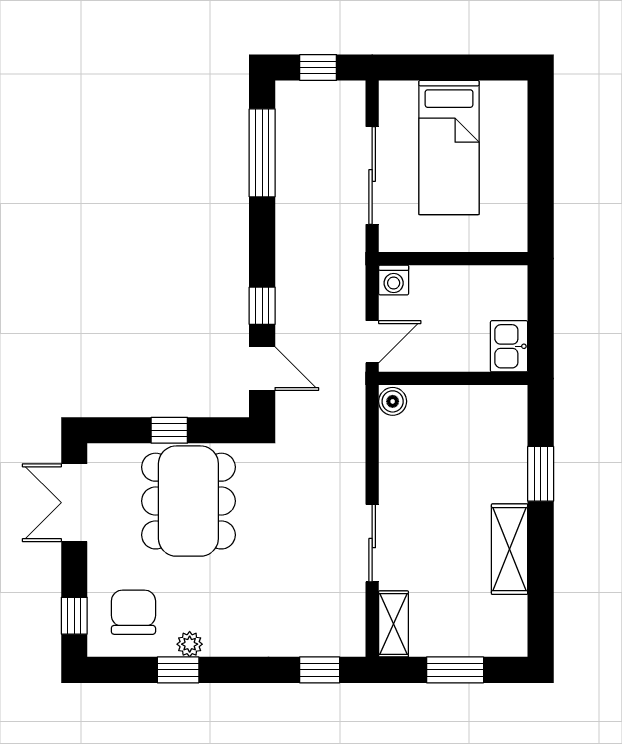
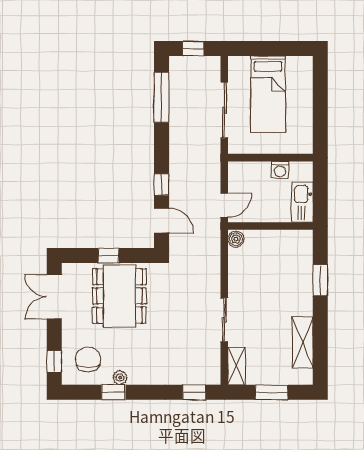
washing machine: (394, 280) -> (280, 170), moved
kitchen sink: (509, 346) -> (302, 202), width x1.38
shelving: (510, 549) -> (303, 343), moved

